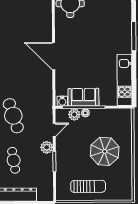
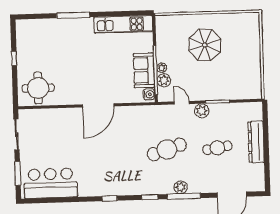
sun lounger: (88, 186) -> (245, 63), removed

